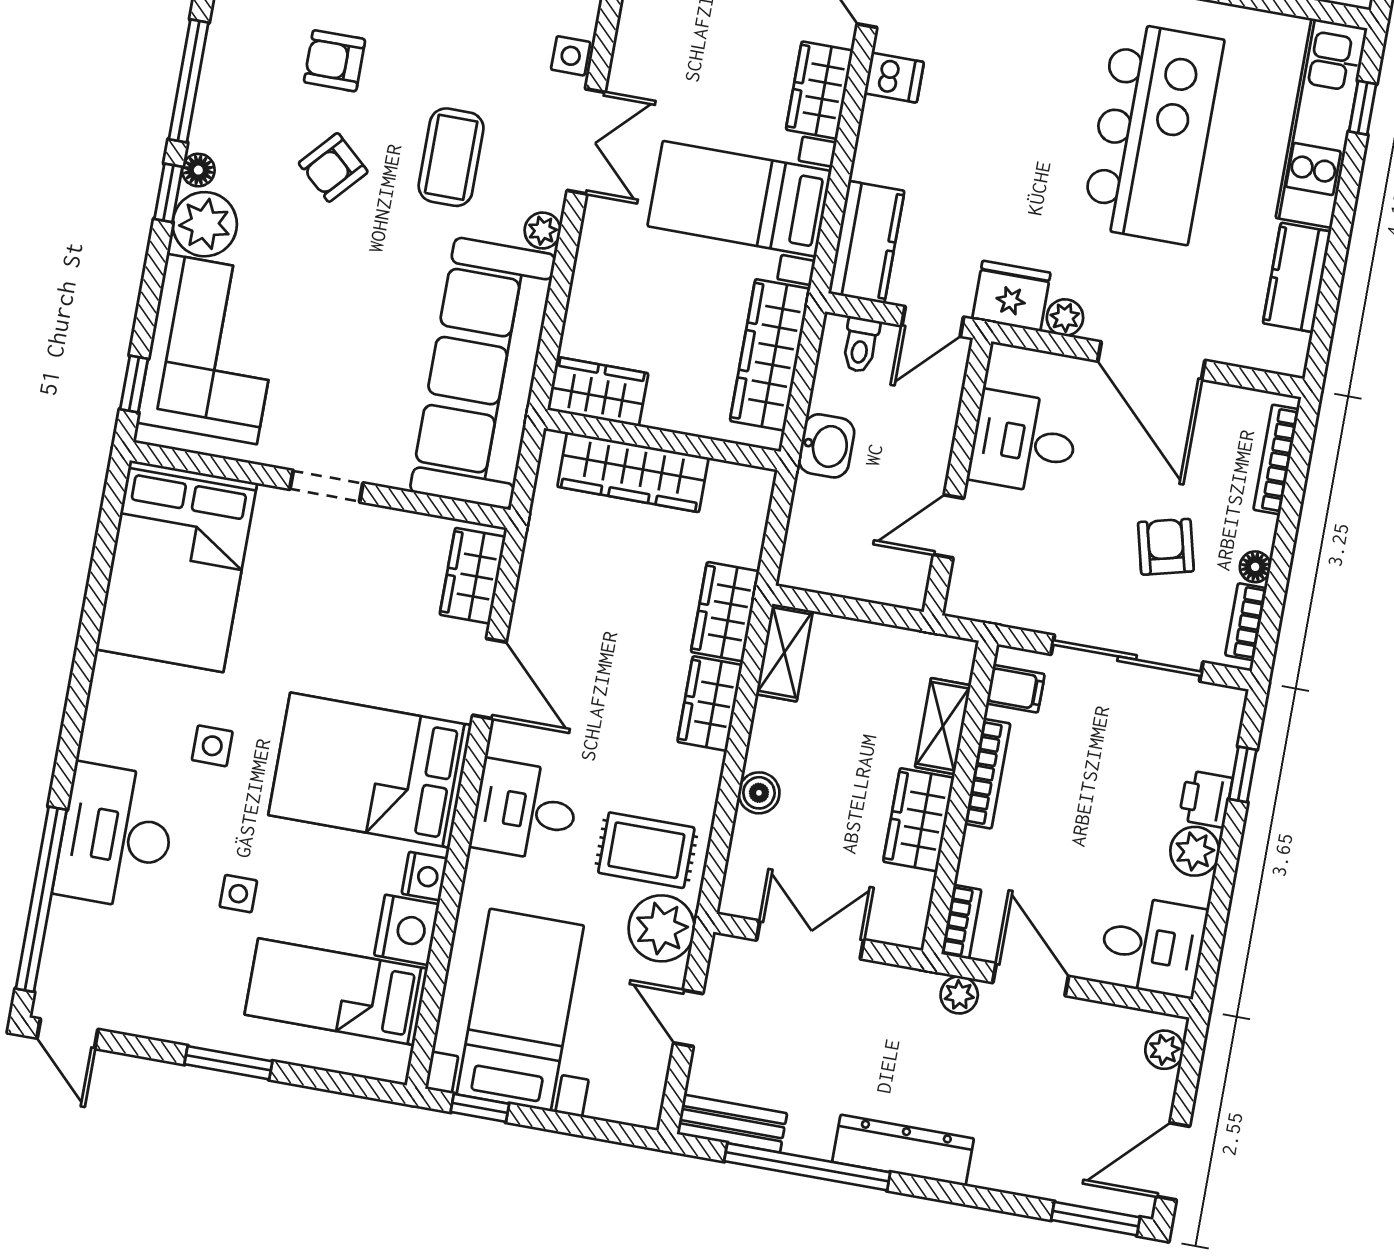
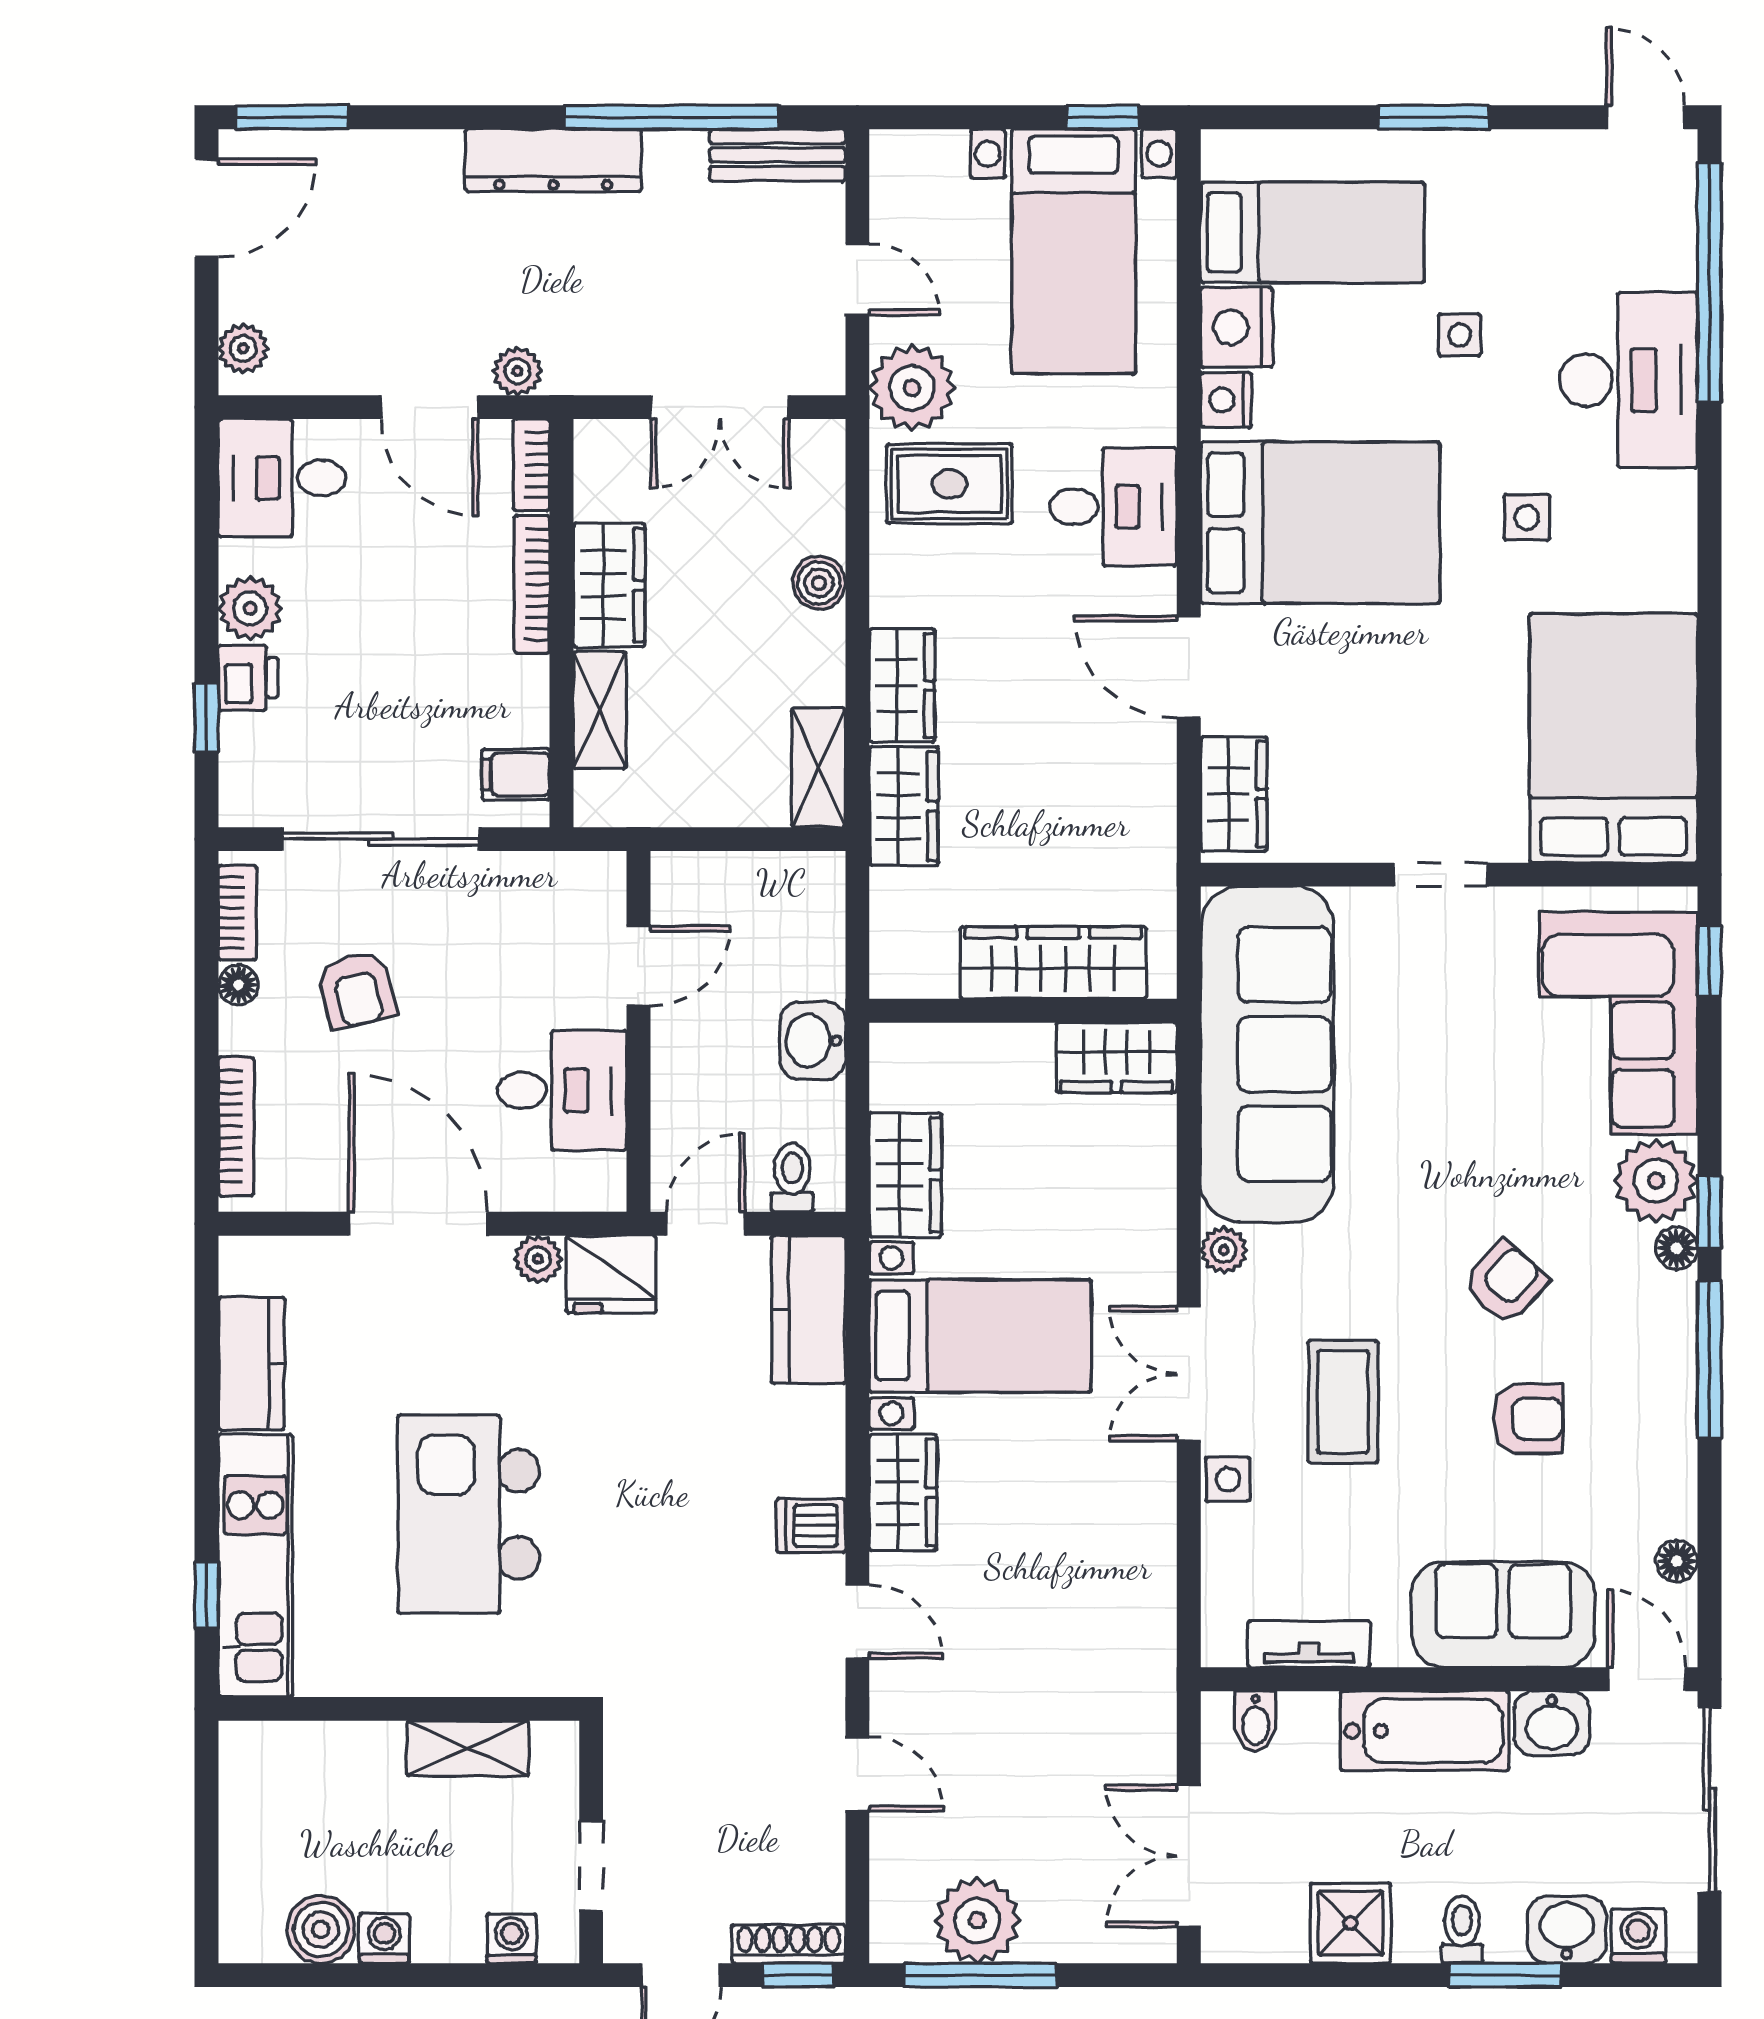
kitchen island: (1153, 133) -> (469, 1514), width x0.73
coffee table: (451, 157) -> (1343, 1402), moved
wardrobe: (770, 355) -> (905, 1175), width x0.67
bookcase: (988, 774) -> (532, 584), moved

